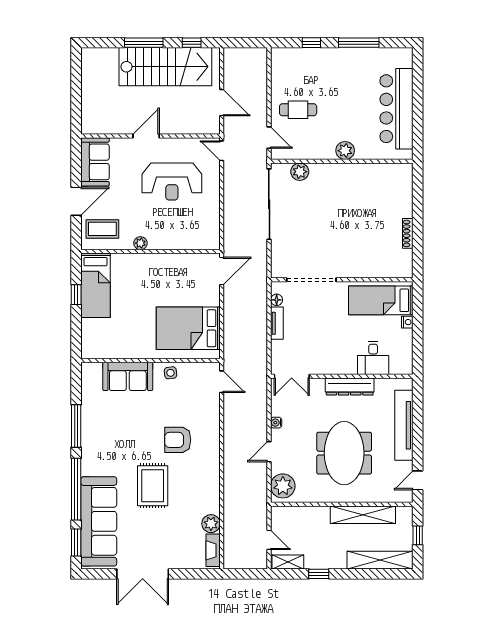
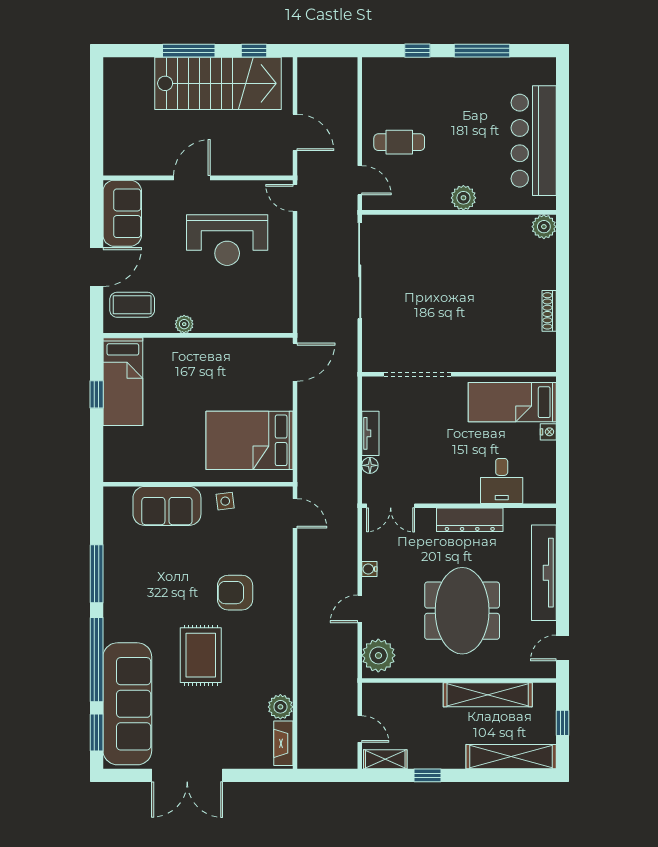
plant: (300, 172) -> (544, 227), moved
floor lamp: (277, 300) -> (370, 465), moved

